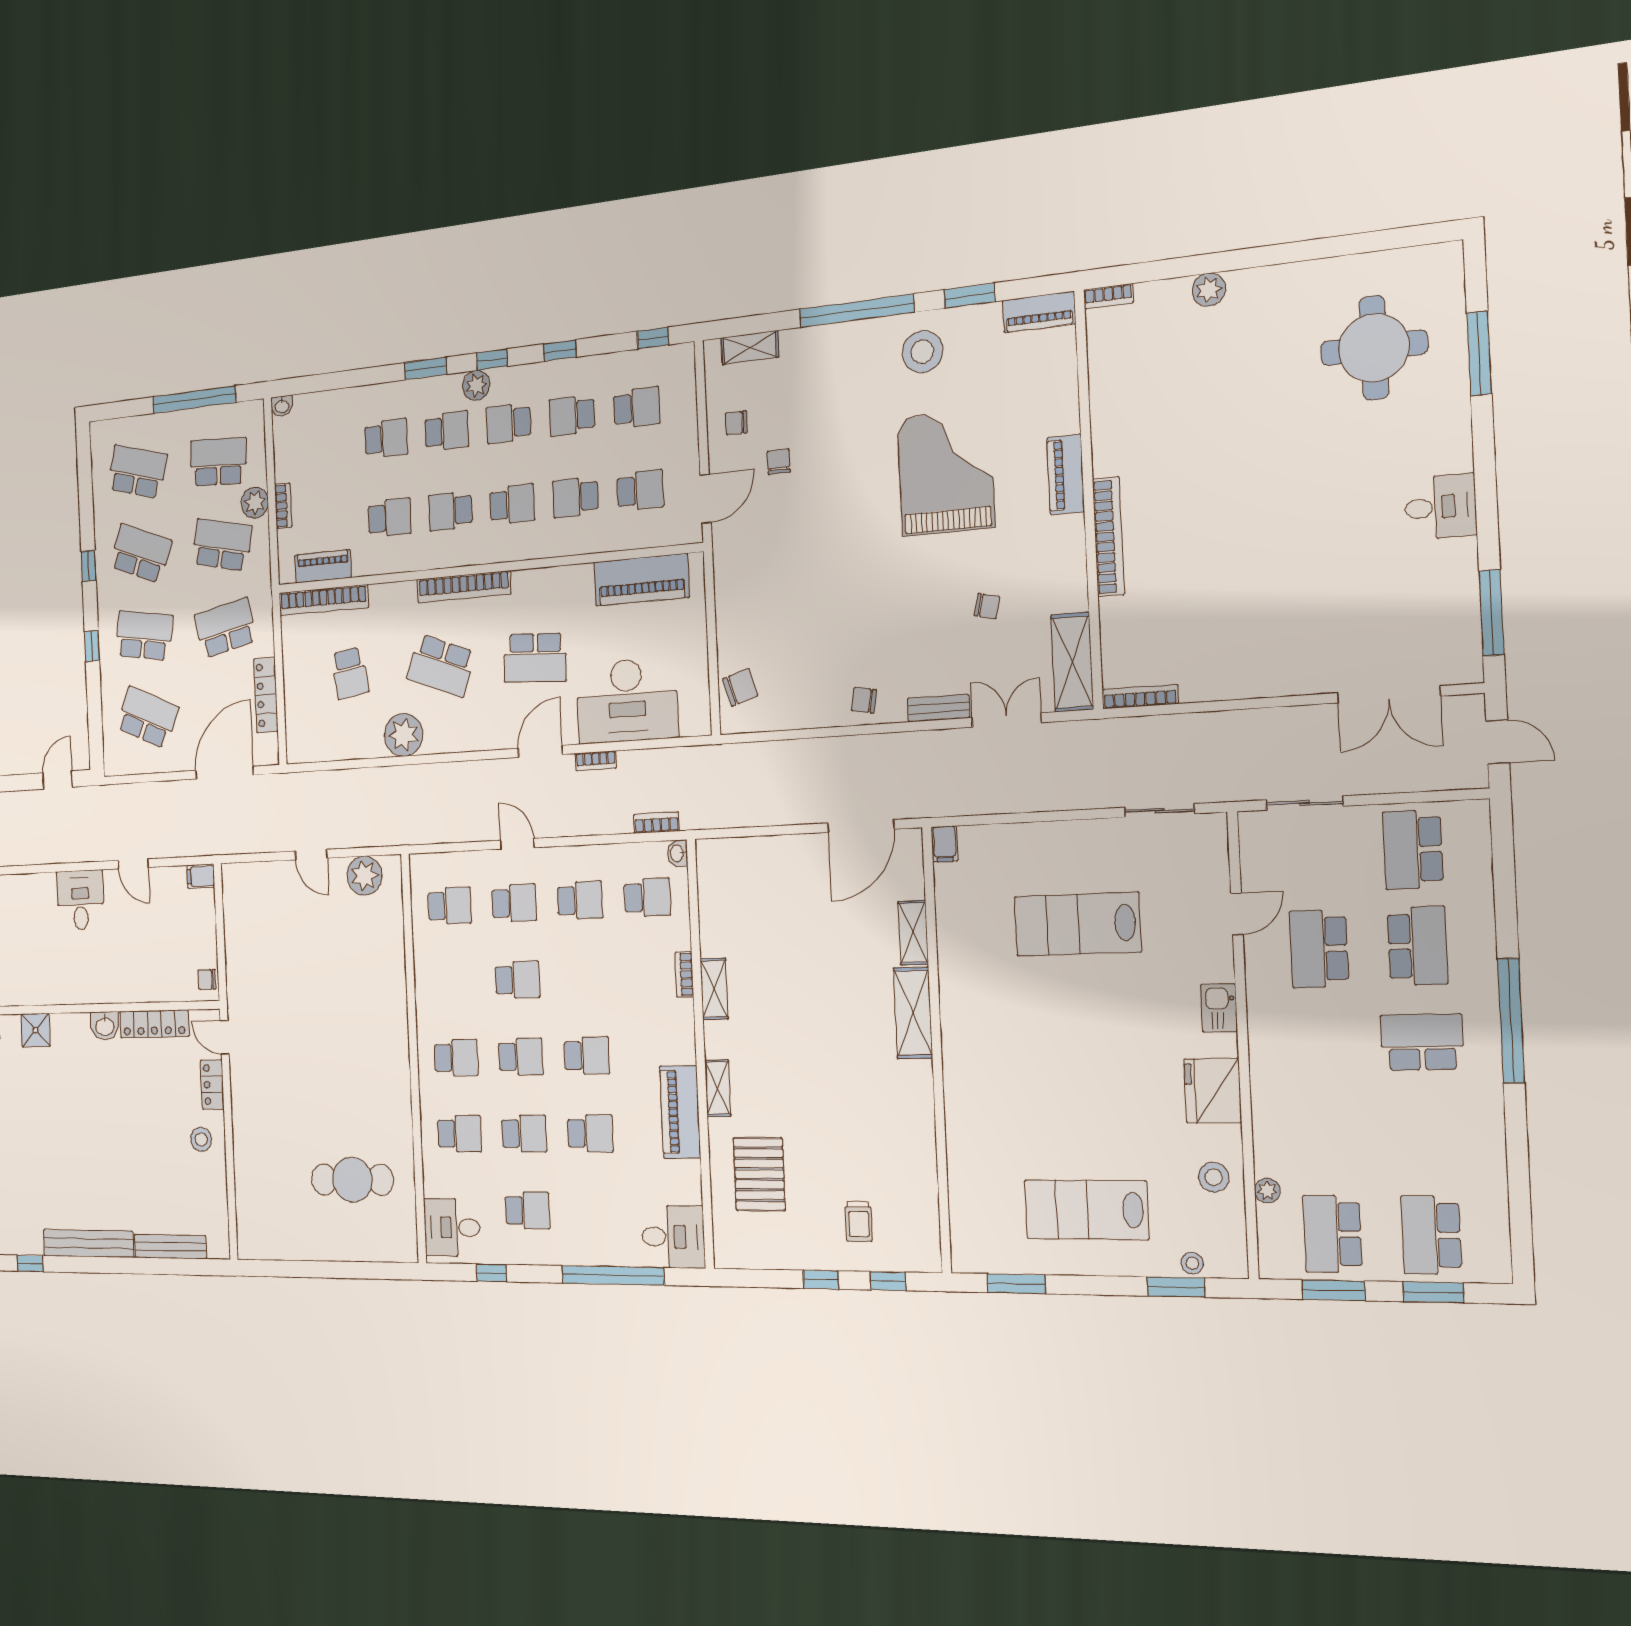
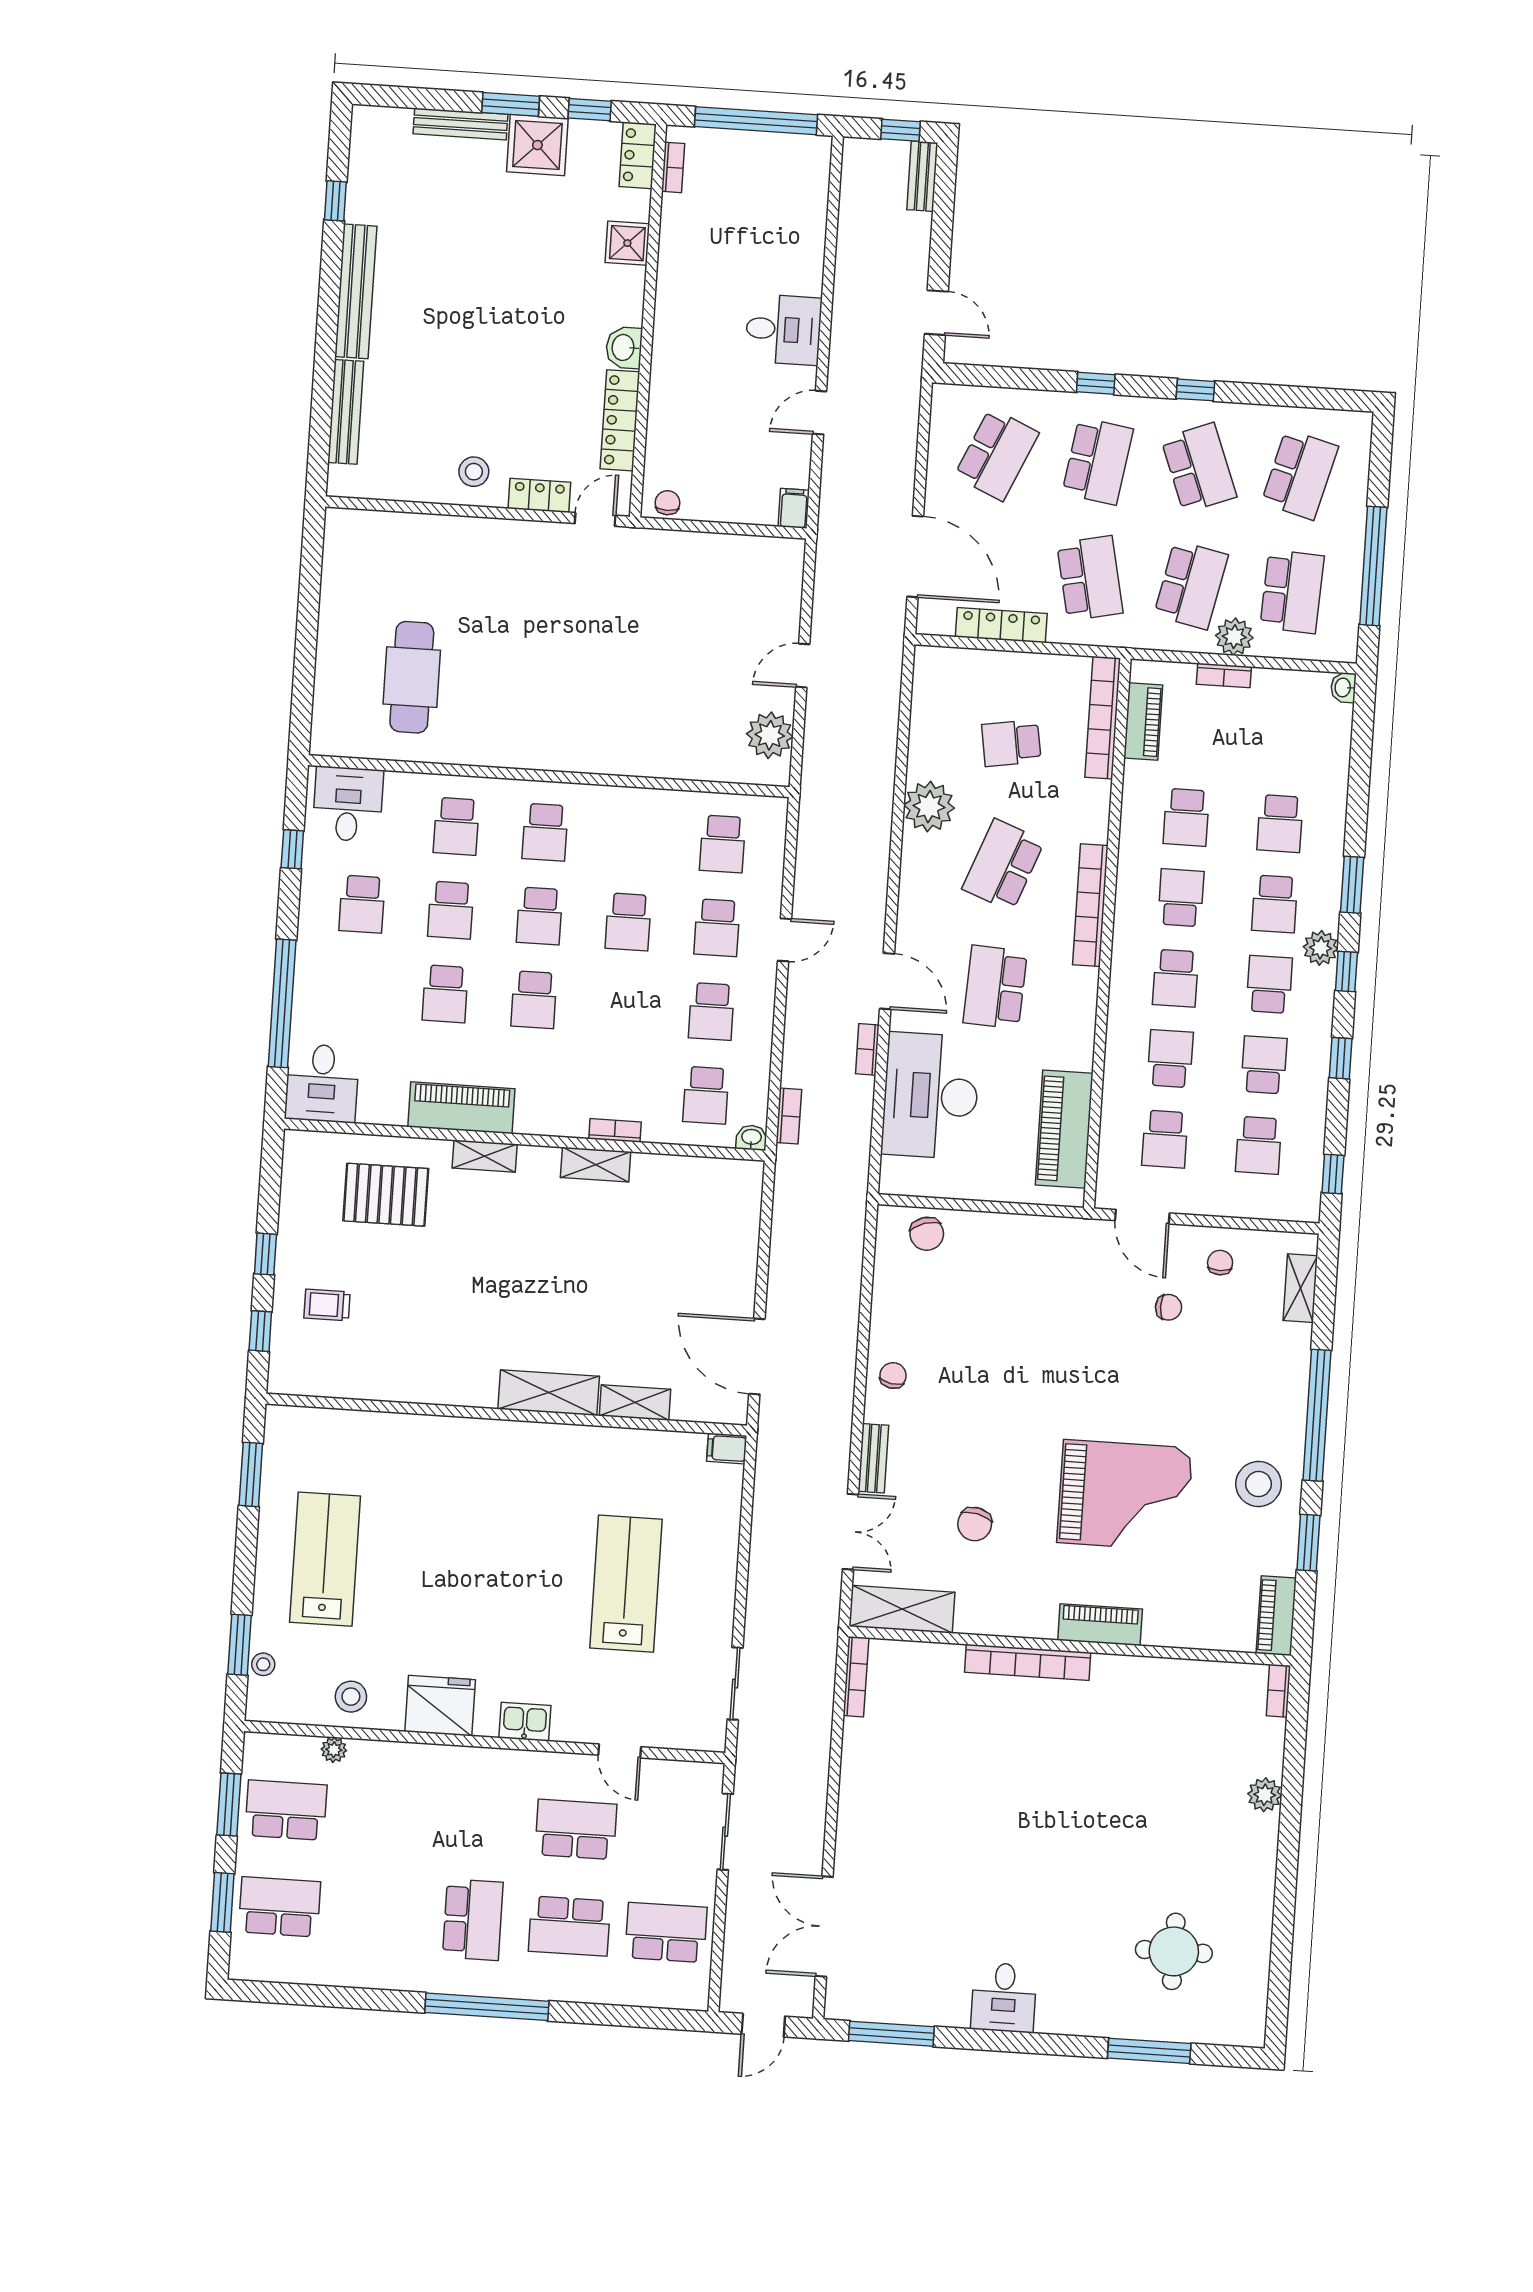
round table: (1374, 348) -> (1174, 1951), width x0.73, depth x0.73
school desk: (141, 554) -> (1199, 468), turned -42
chair: (987, 606) -> (975, 1524), width x1.37, depth x1.37

